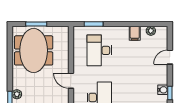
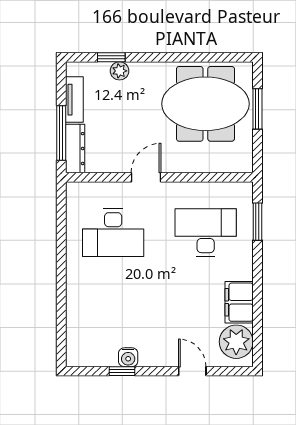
plant: (151, 31) -> (236, 342), width x1.87, depth x1.87
filing cabinet: (135, 33) -> (239, 302), width x2.00

